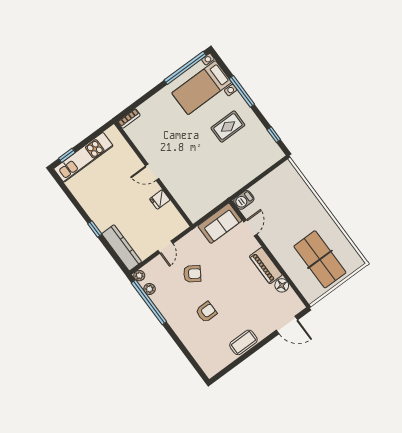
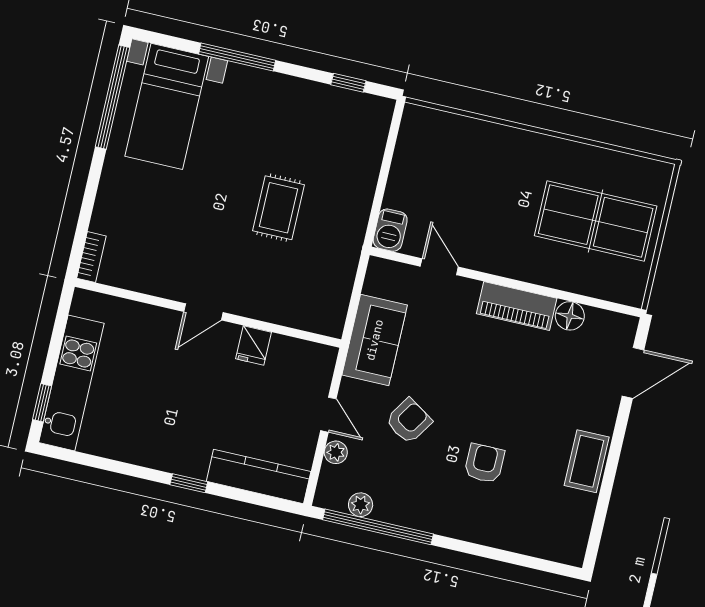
rug: (228, 127) -> (279, 208), moved
sofa: (220, 223) -> (375, 340), moved
plant: (139, 276) -> (336, 452), moved

